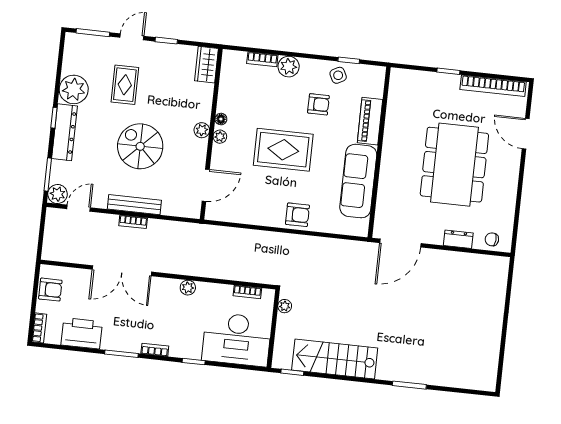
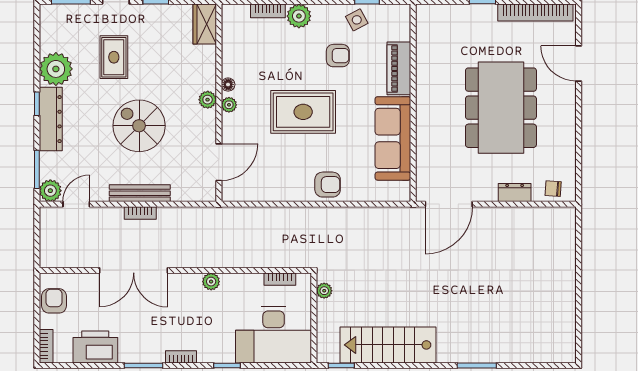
armchair: (50, 290) -> (54, 301), turned -90

